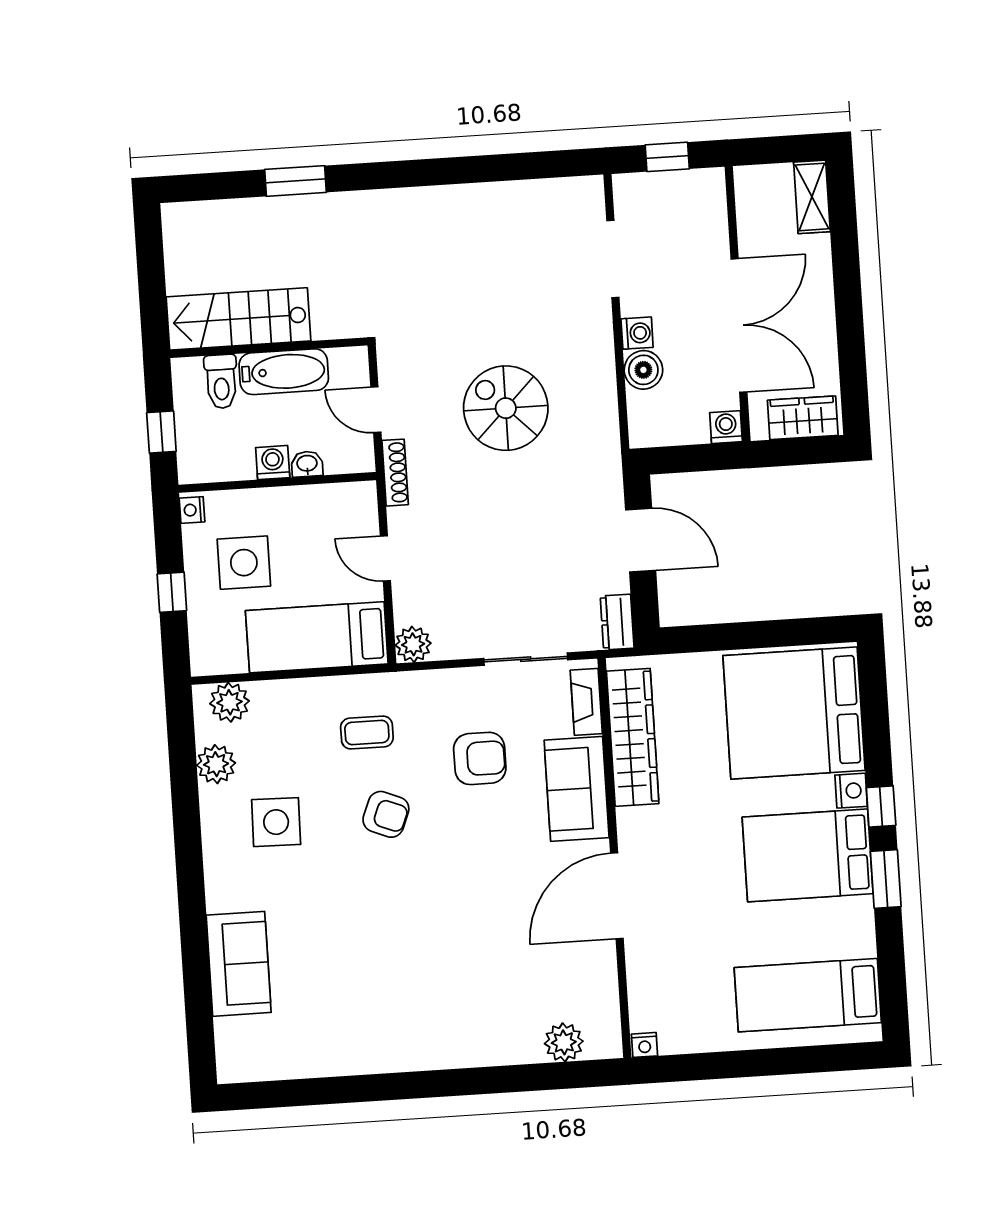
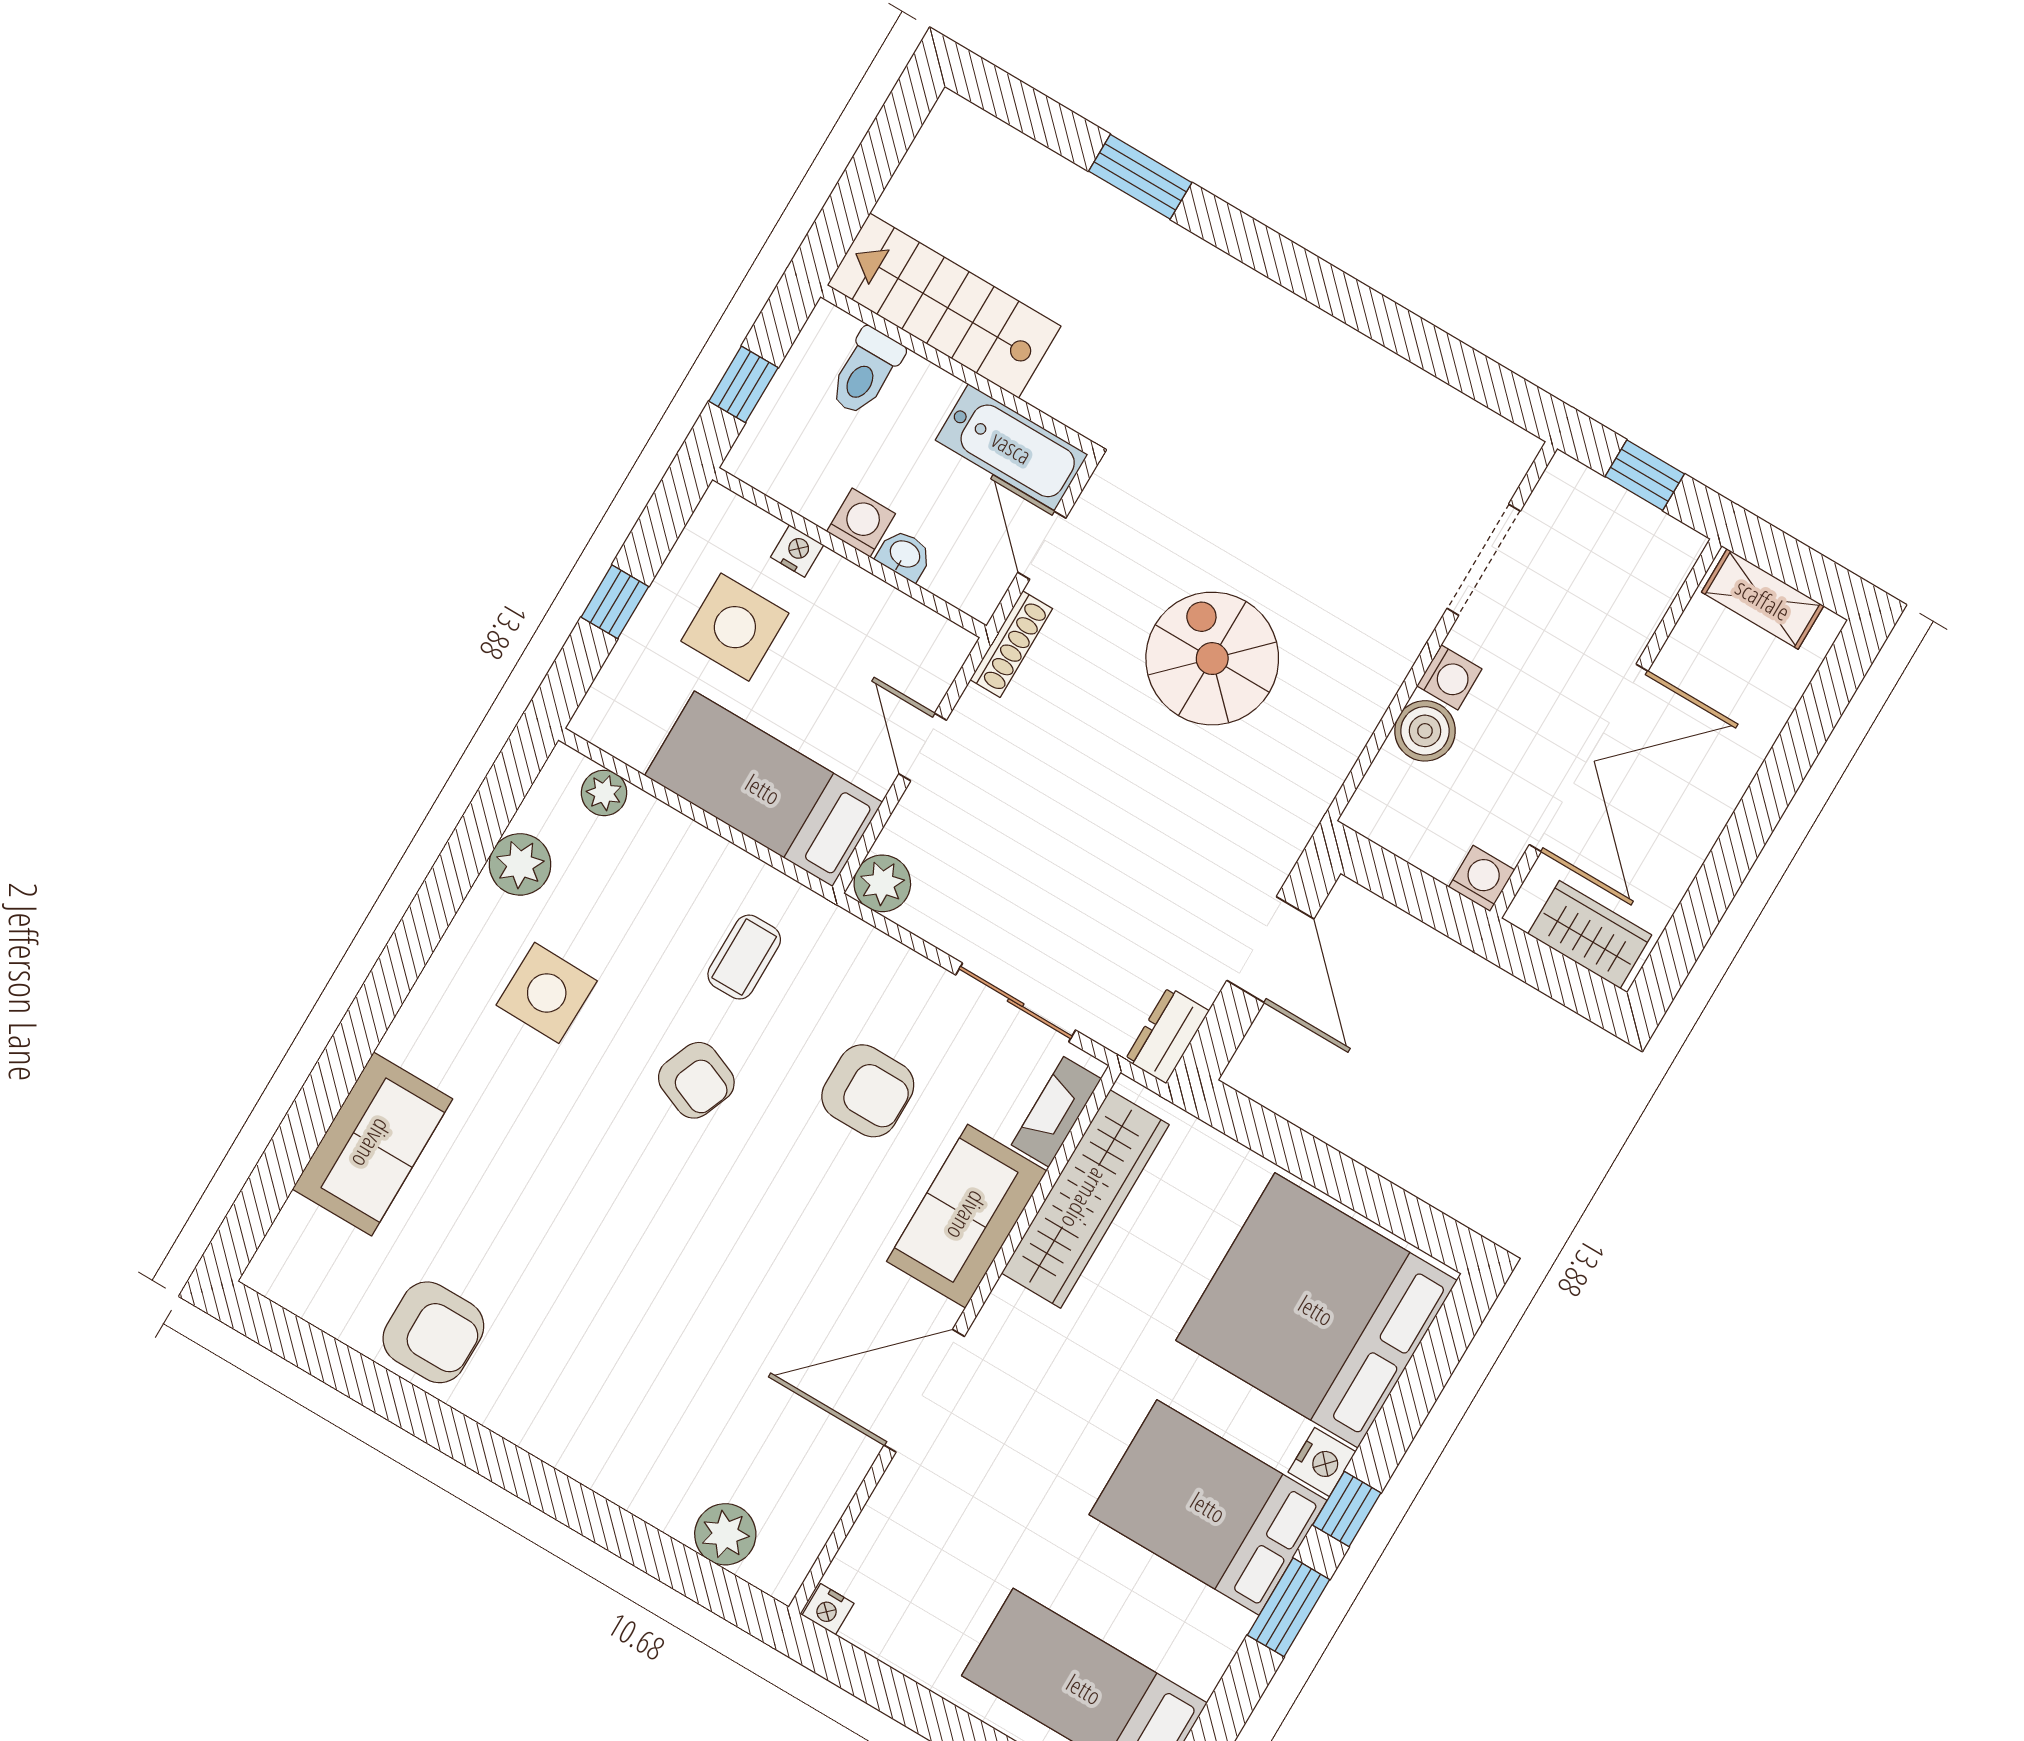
shelving: (812, 197) -> (1763, 599), moved, turned 90
bathtub: (284, 372) -> (1012, 447), moved
nightstand: (192, 510) -> (797, 551), moved, turned 90
plant: (230, 702) -> (604, 793), width x0.73, depth x0.73
coffee table: (367, 732) -> (744, 957), turned 90
armchair: (338, 1041) -> (433, 1332), added

